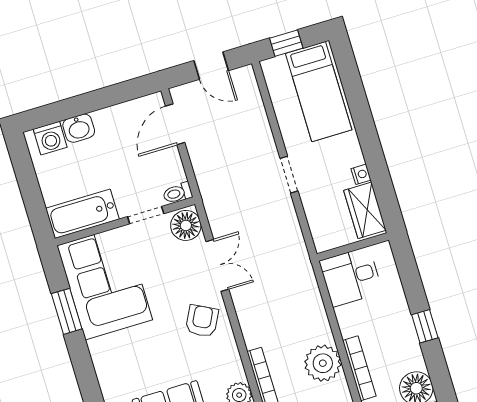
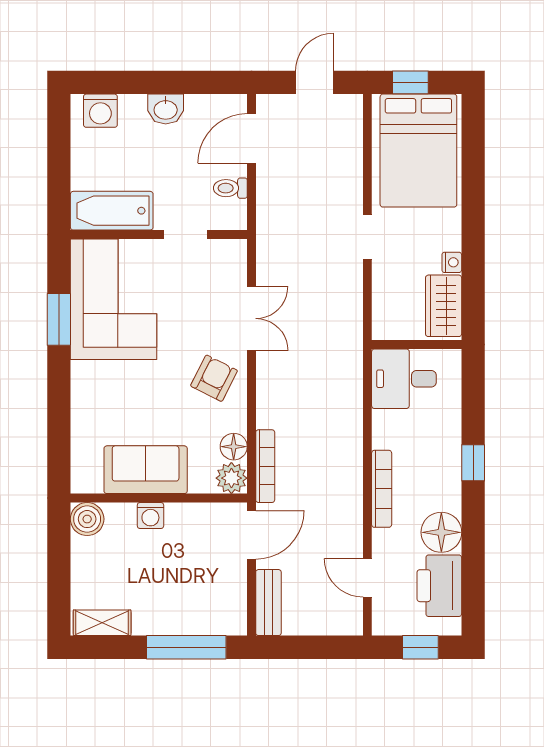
door: (211, 66) -> (314, 82), swing flipped
bed: (319, 92) -> (418, 151), width x1.50
washbasin: (79, 128) -> (166, 109), moved
toilet: (178, 193) -> (230, 188), moved
floor lamp: (186, 225) -> (234, 447), moved, width x0.73, depth x0.73
plant: (323, 363) -> (341, 470), removed

